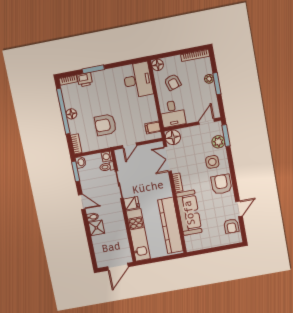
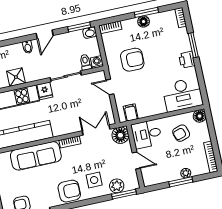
printer: (85, 80) -> (187, 60), moved
window: (63, 111) -> (146, 12), width x0.47
door: (207, 122) -> (136, 160), moved
armchair: (105, 125) -> (132, 60), turned 90
shower: (96, 228) -> (16, 77), moved

